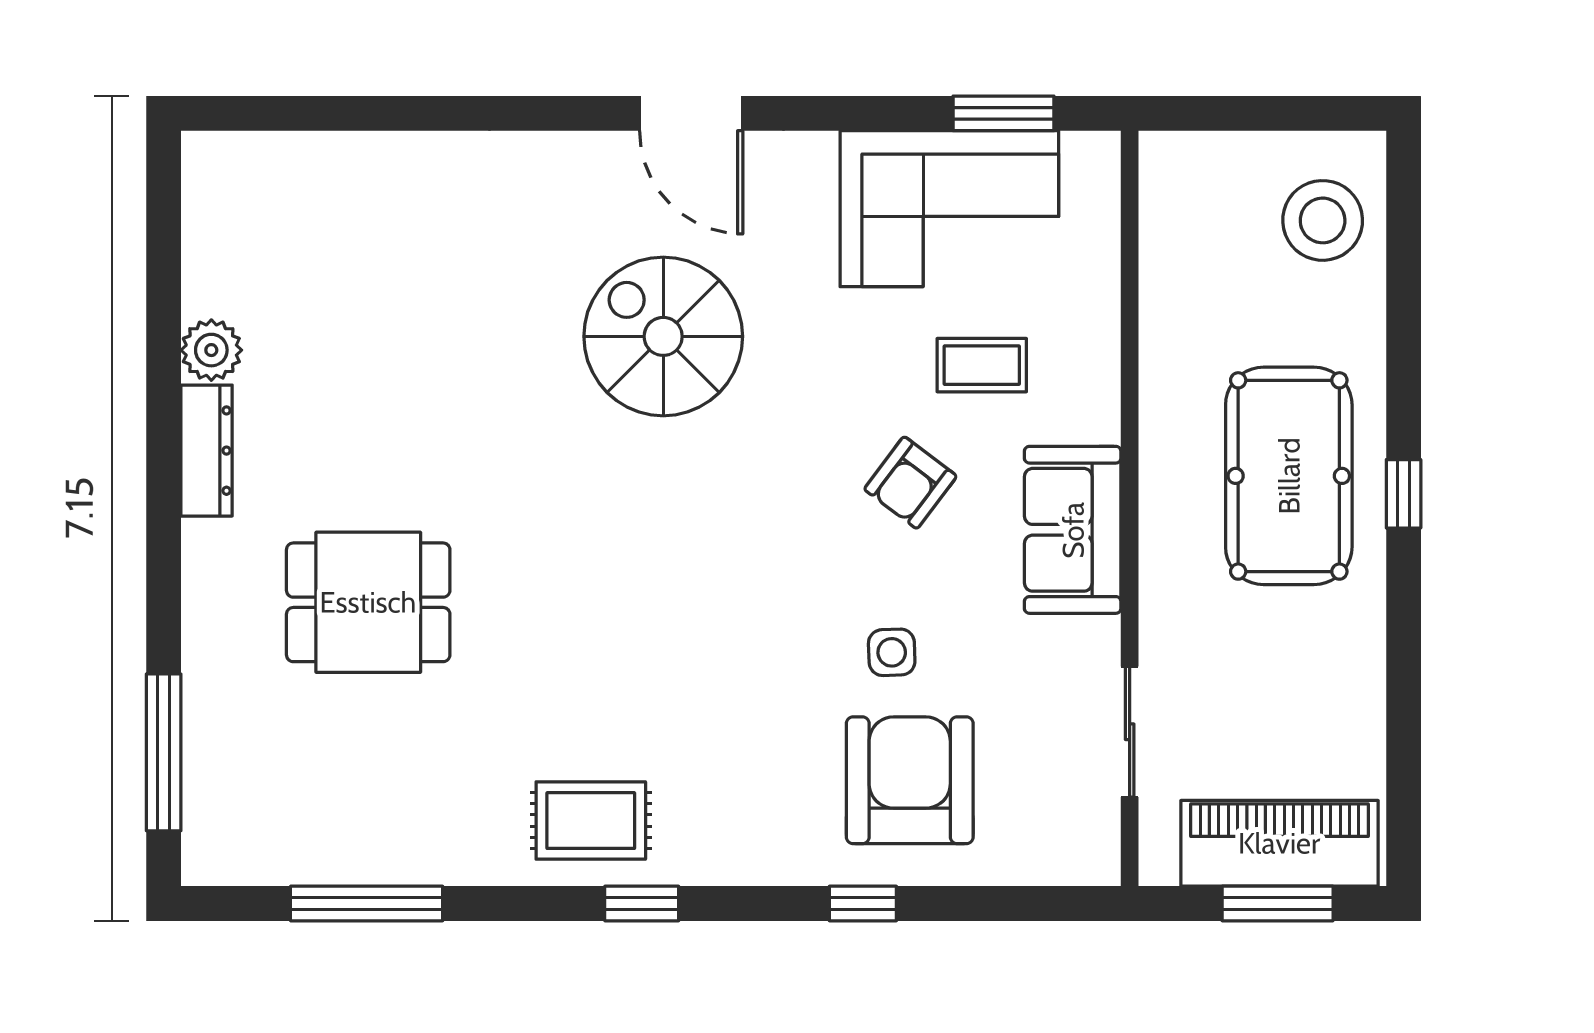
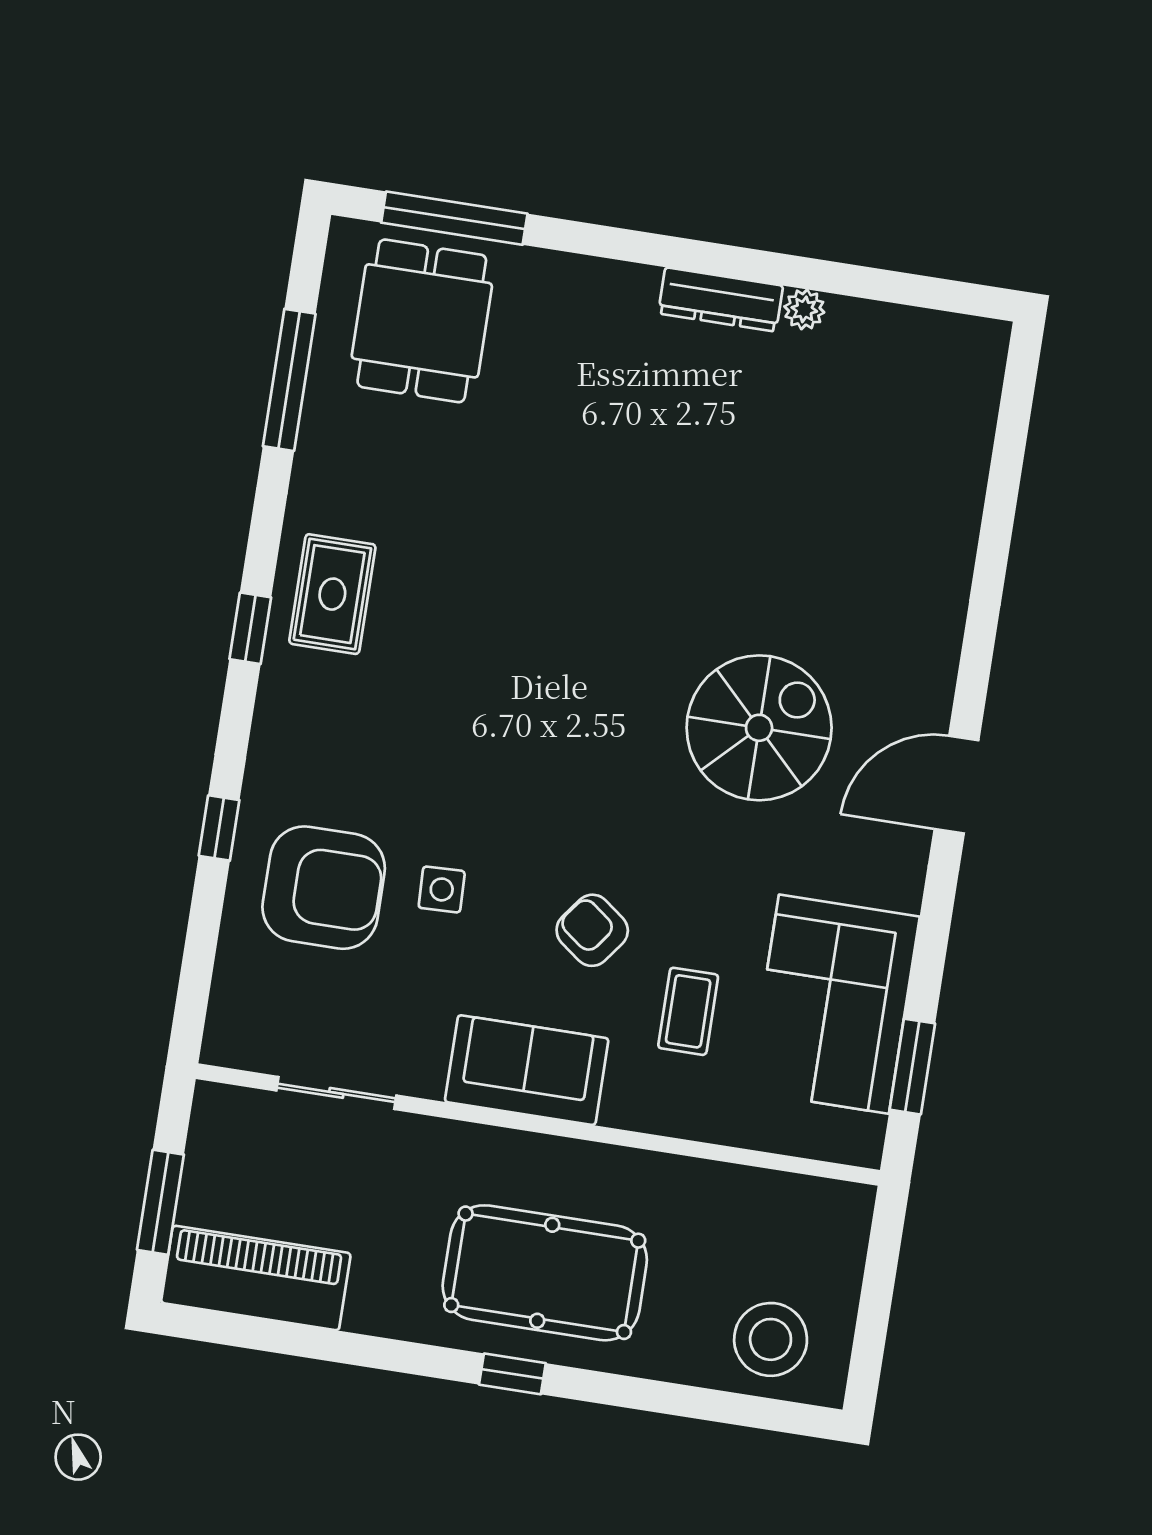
plant: (211, 350) -> (804, 309), width x0.73, depth x0.73
dining table: (368, 602) -> (422, 321), moved
piano: (1279, 843) -> (256, 1278), moved, turned -90

